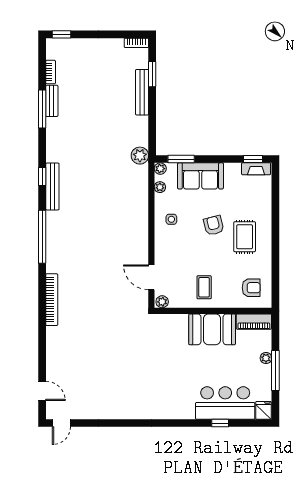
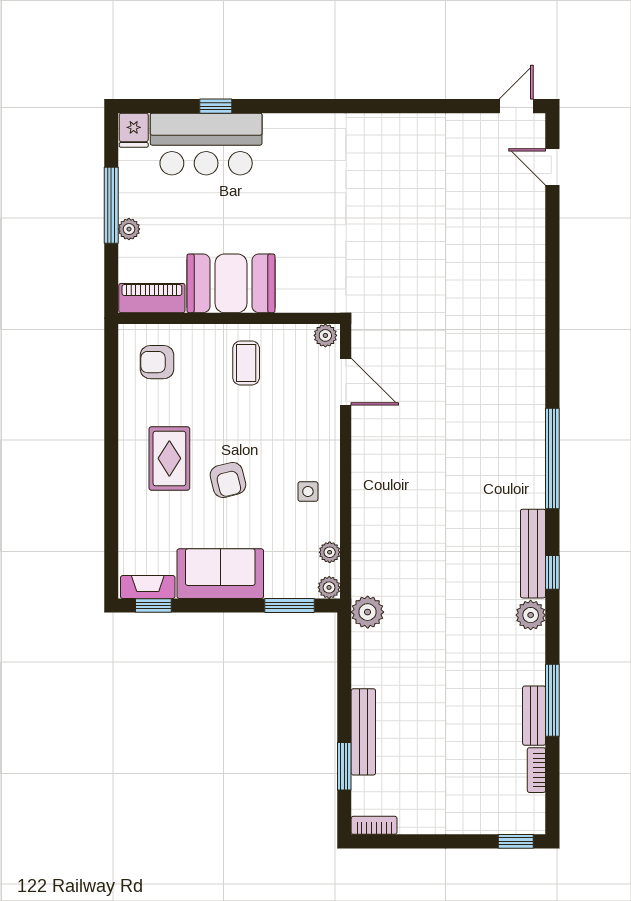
plant: (54, 154) -> (531, 615), added
sofa: (200, 176) -> (220, 574), moved
bookcase: (52, 300) -> (534, 340), removed

